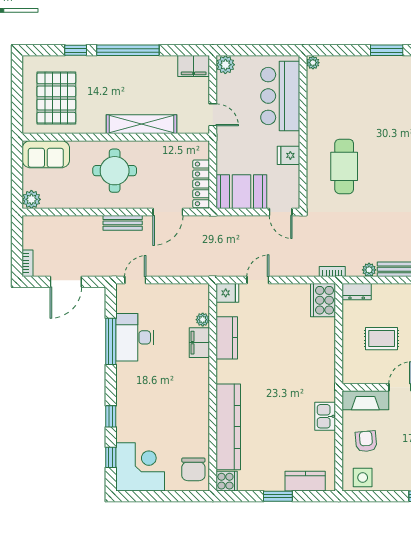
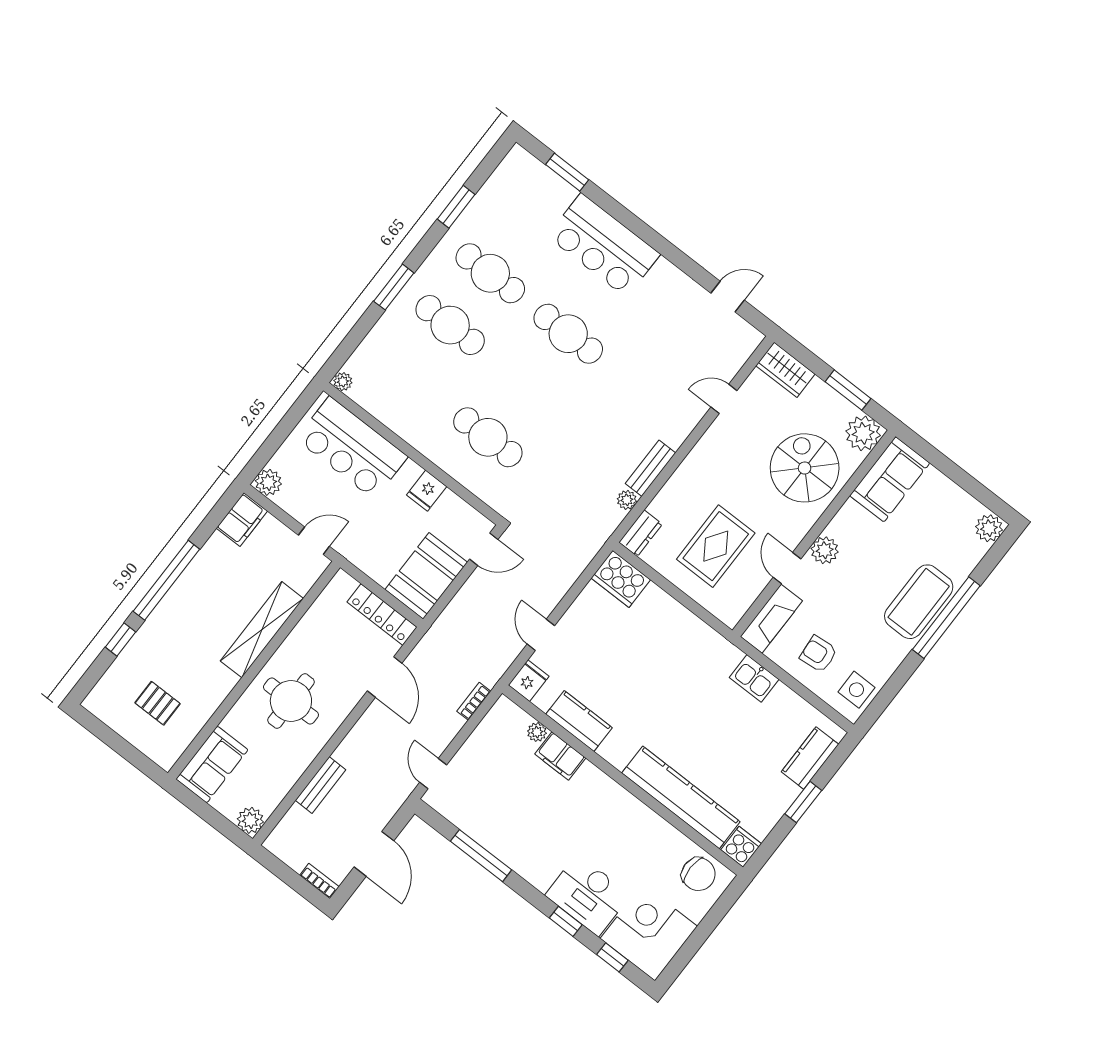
pallet: (56, 98) -> (157, 703), width x0.49, depth x0.50
cafe table: (390, 98) -> (450, 325), added
bench: (123, 223) -> (320, 785), moved
bookcase: (332, 272) -> (474, 701), moved
desk: (135, 337) -> (588, 895), moved
rug: (382, 339) -> (716, 546), width x1.36, depth x1.43

